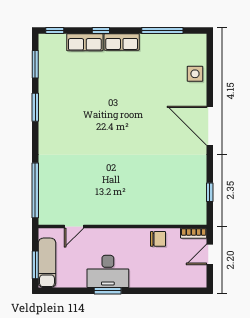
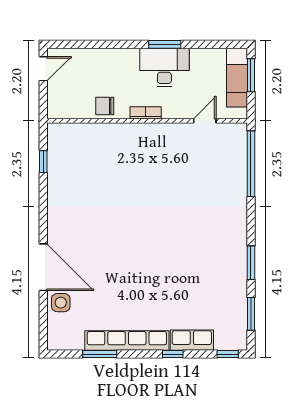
window: (162, 31) -> (100, 354), width x0.69
row of seats: (122, 42) -> (127, 341), width x2.02
door: (210, 126) -> (43, 267), moved
bookcase: (194, 233) -> (146, 113), moved
door: (210, 254) -> (43, 69), moved

